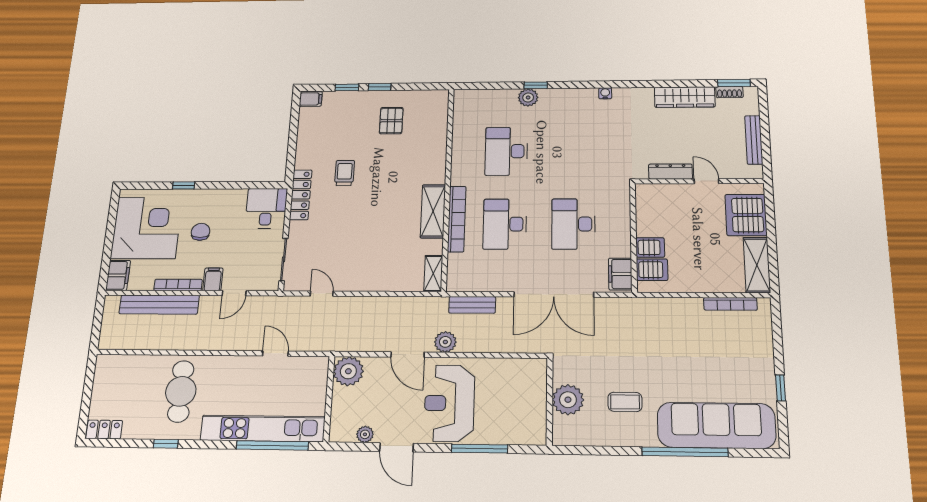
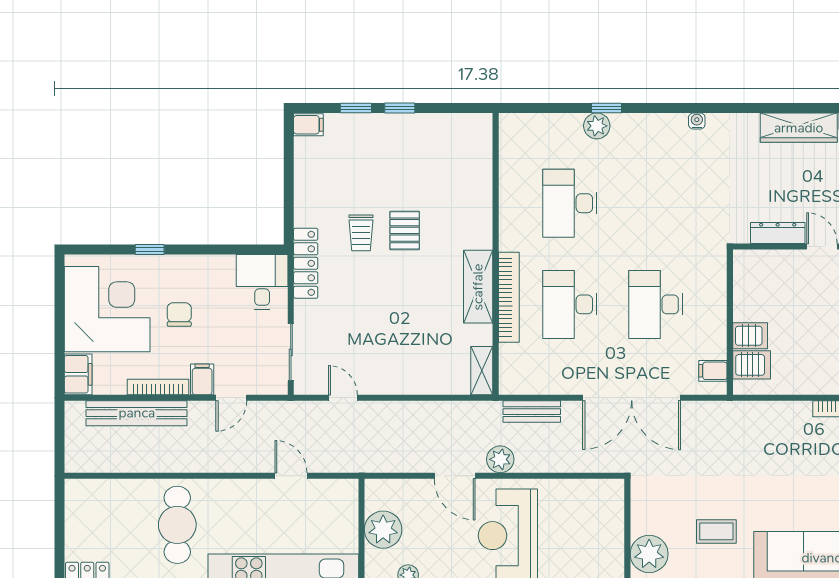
pallet: (391, 121) -> (405, 230), moved
trolley: (345, 173) -> (361, 233), turned 180
filing cabinet: (620, 274) -> (713, 371), width x0.50
plant: (348, 371) -> (383, 530), moved
plant: (568, 400) -> (649, 554), moved

